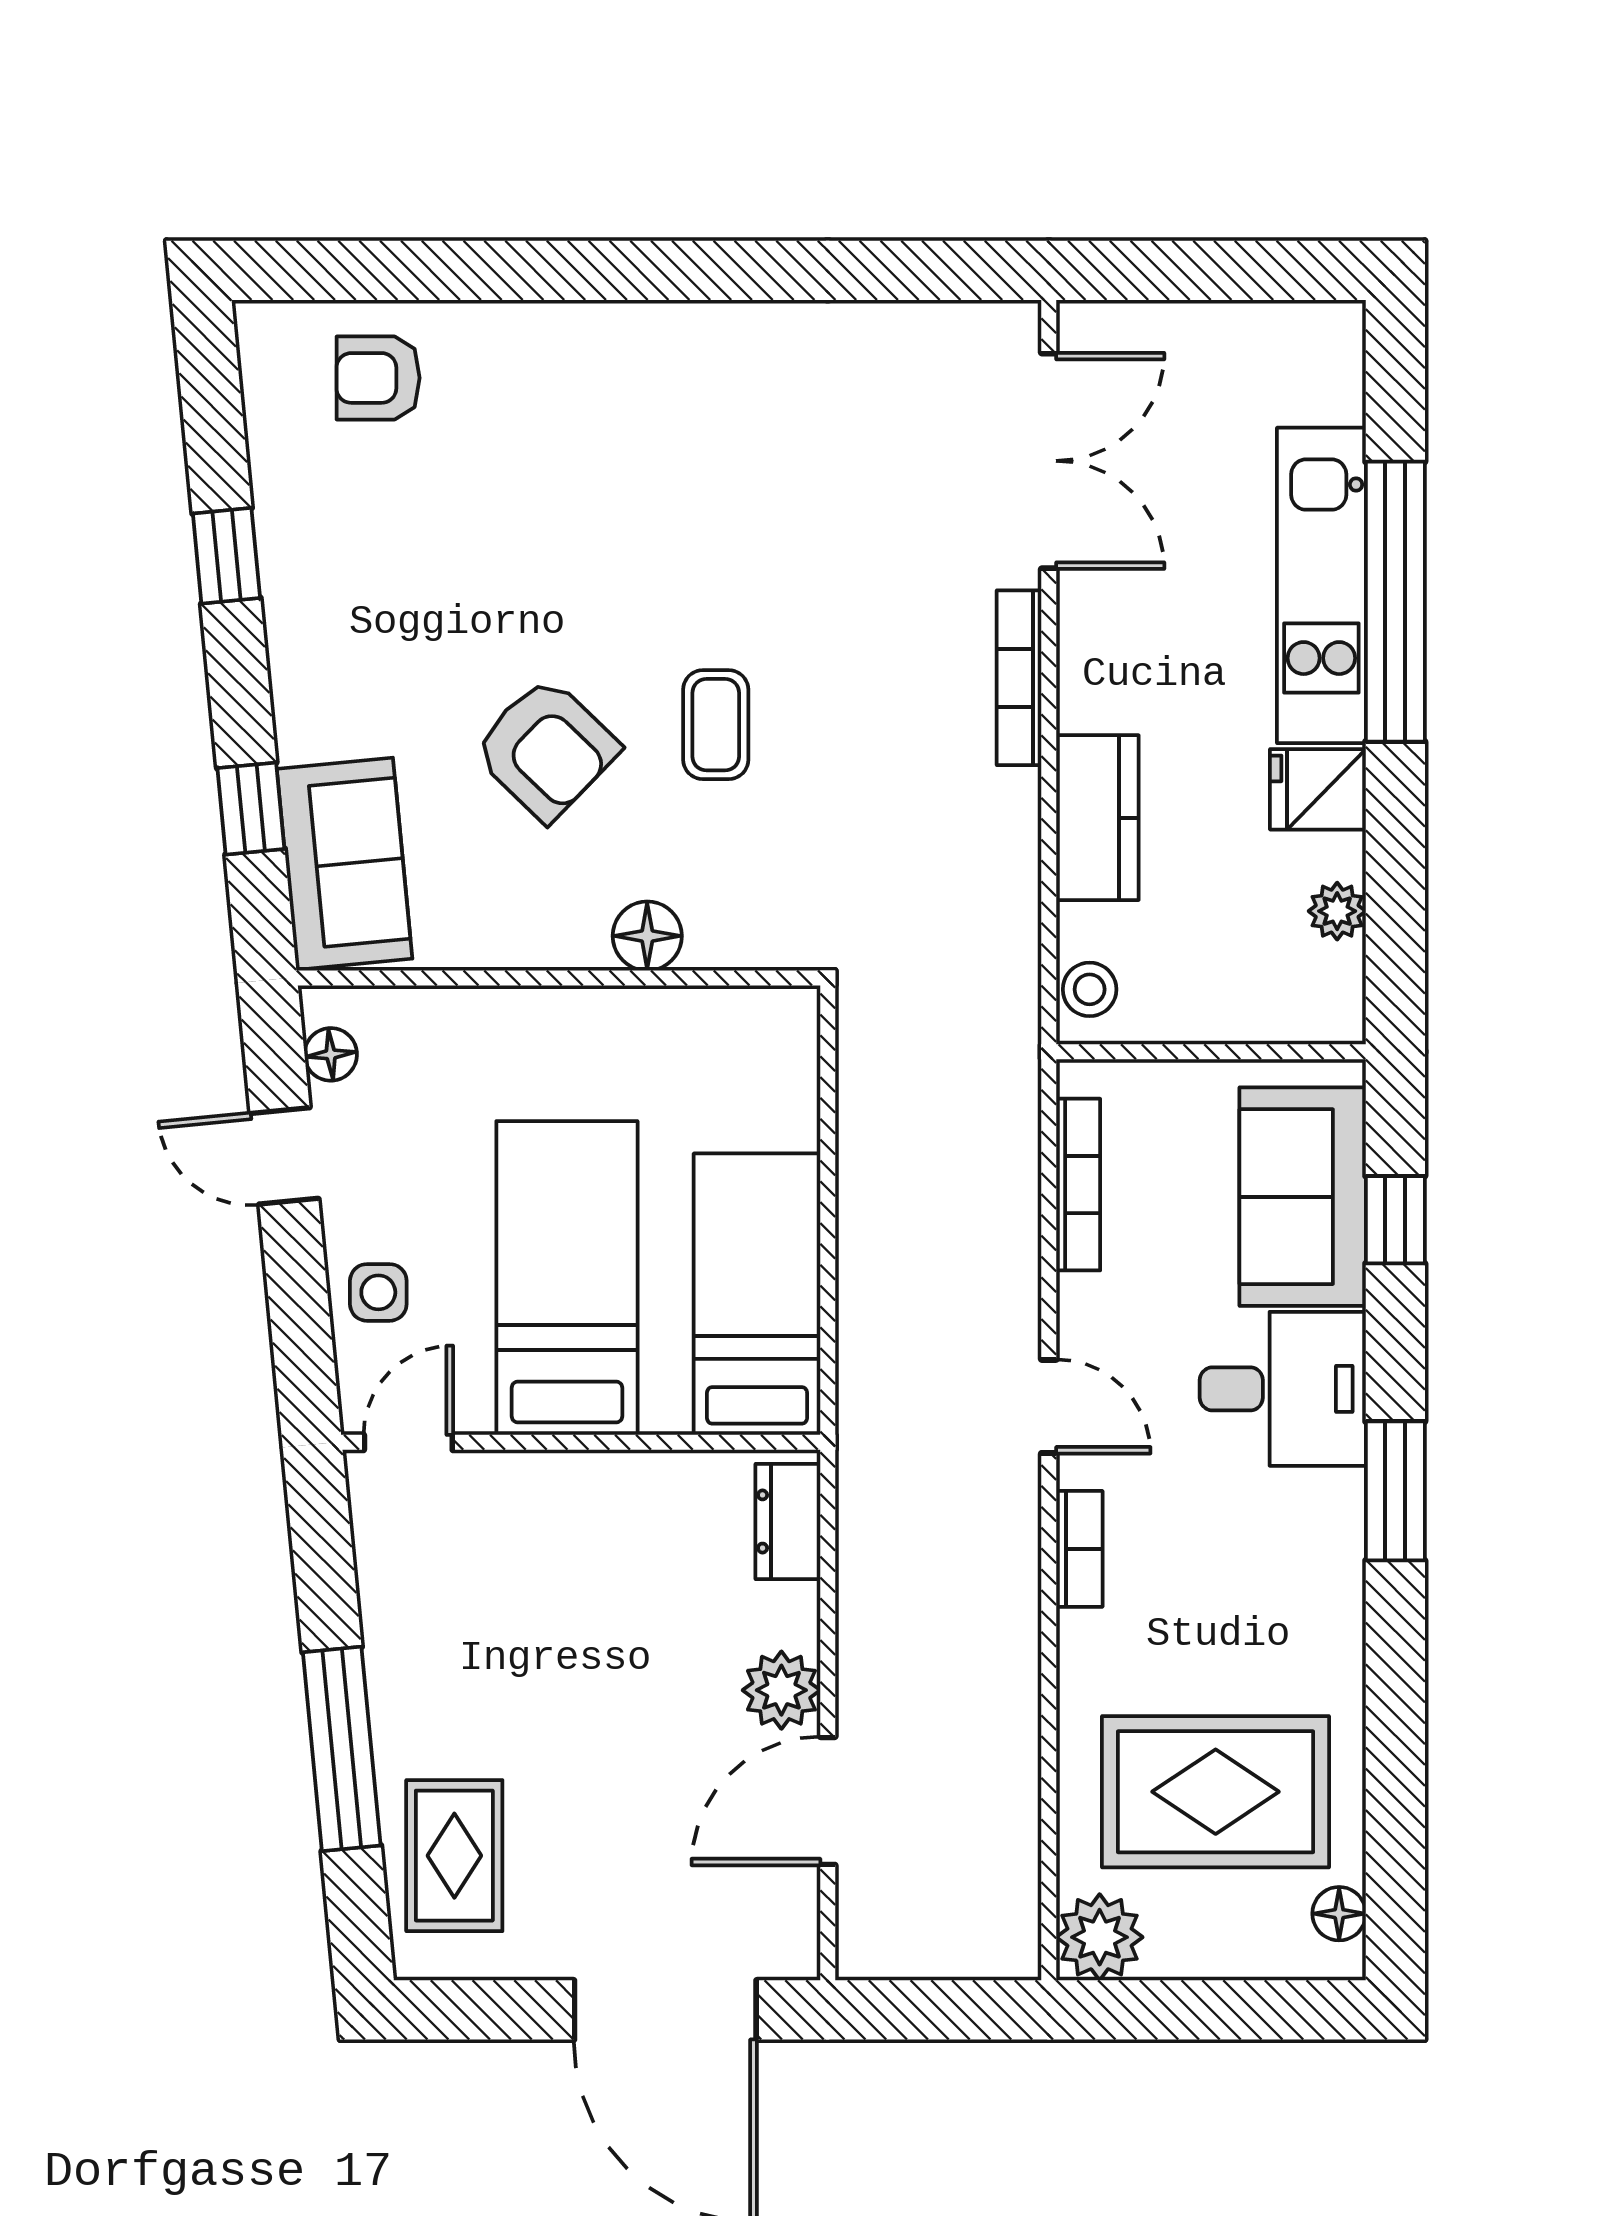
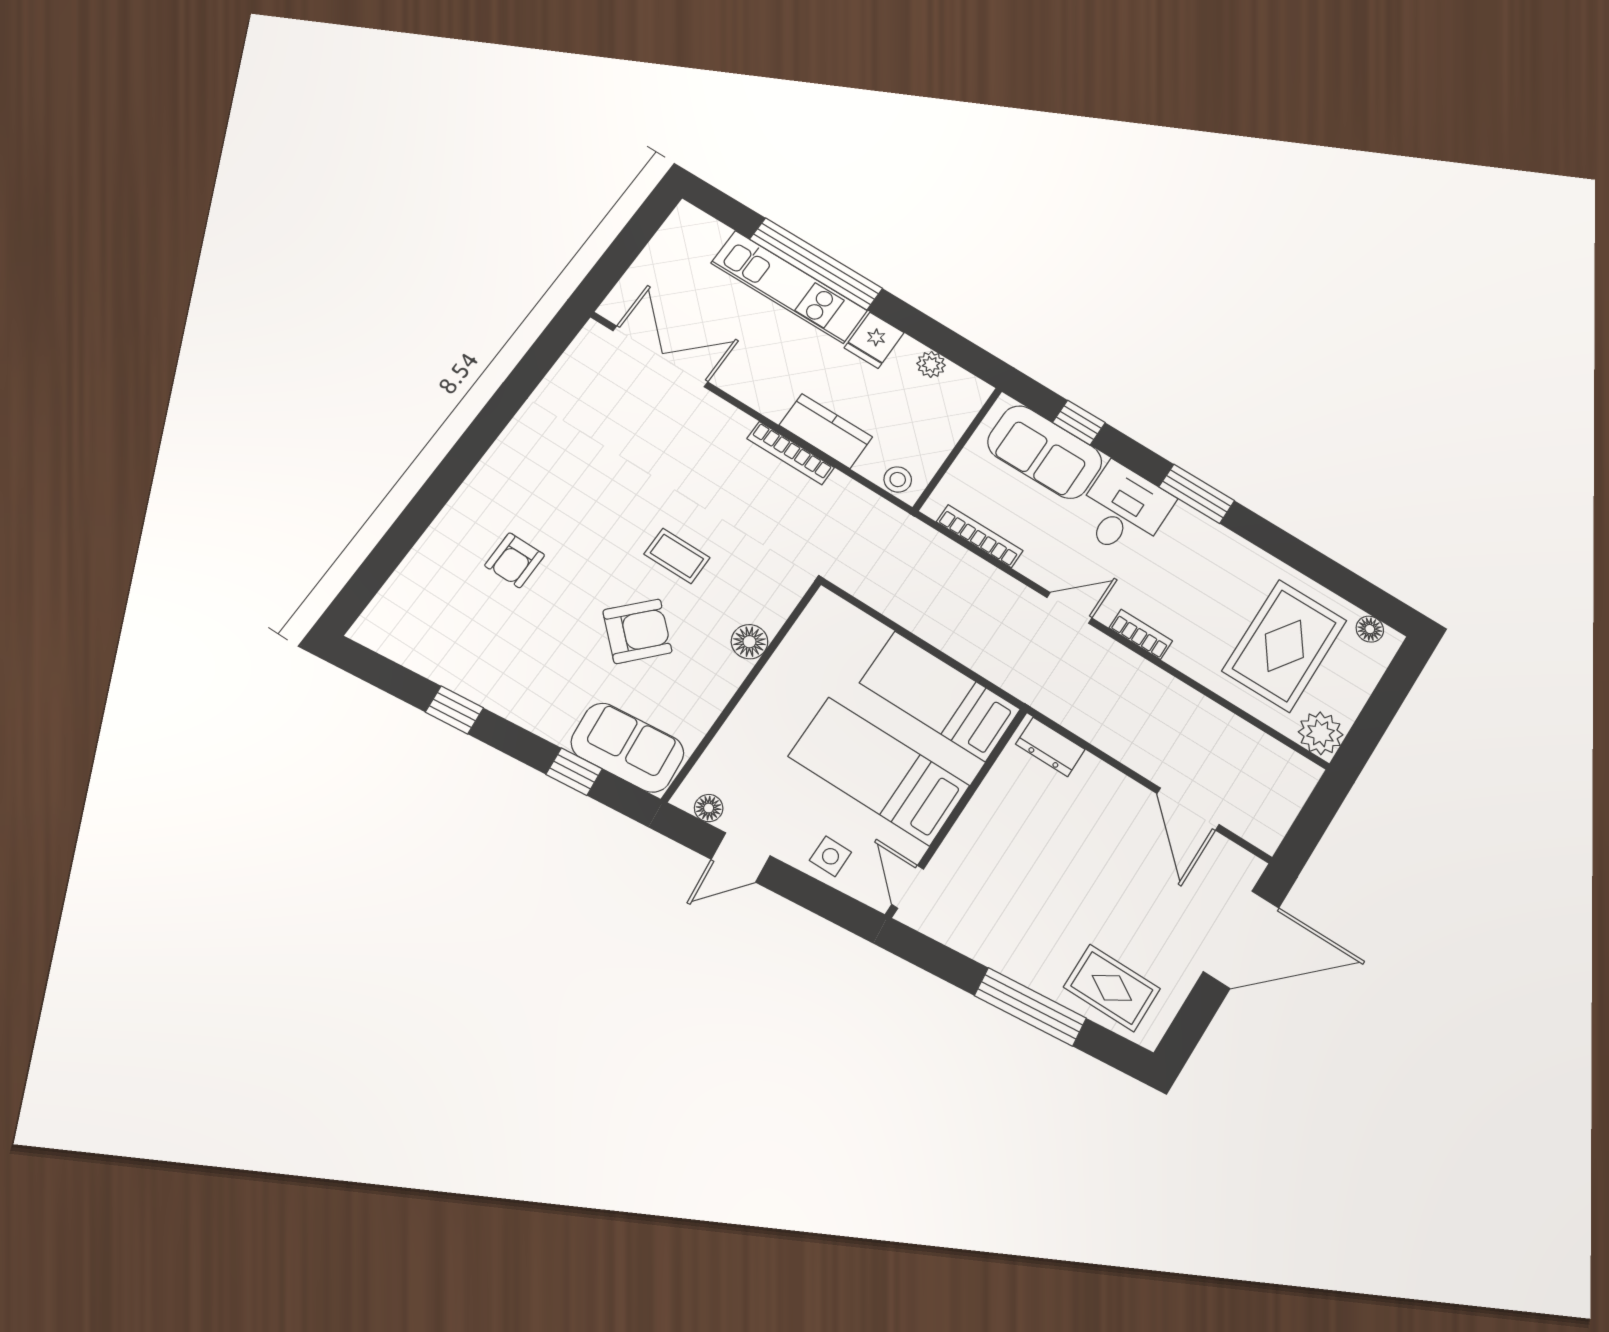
armchair: (378, 378) -> (515, 560), moved
bookcase: (1019, 678) -> (790, 453), moved
plant: (781, 1690) -> (1125, 797), removed

